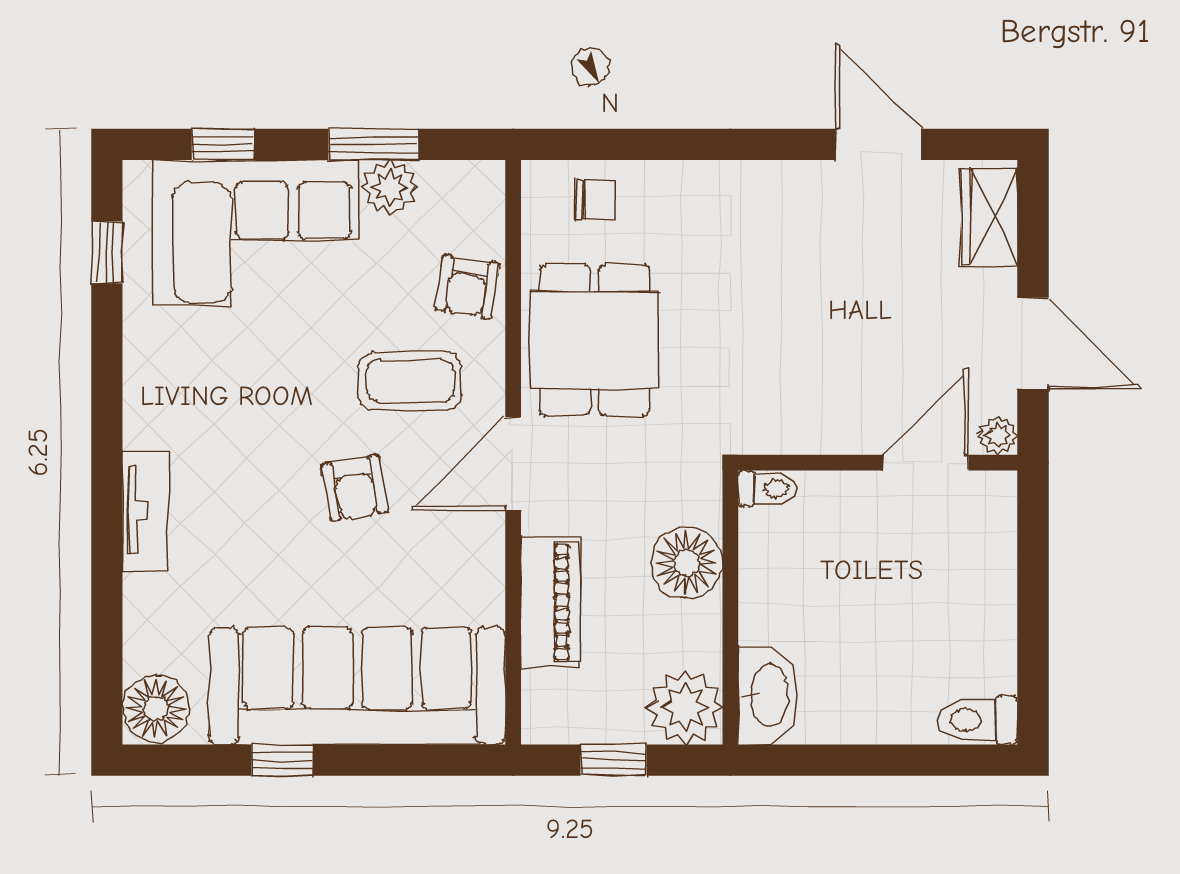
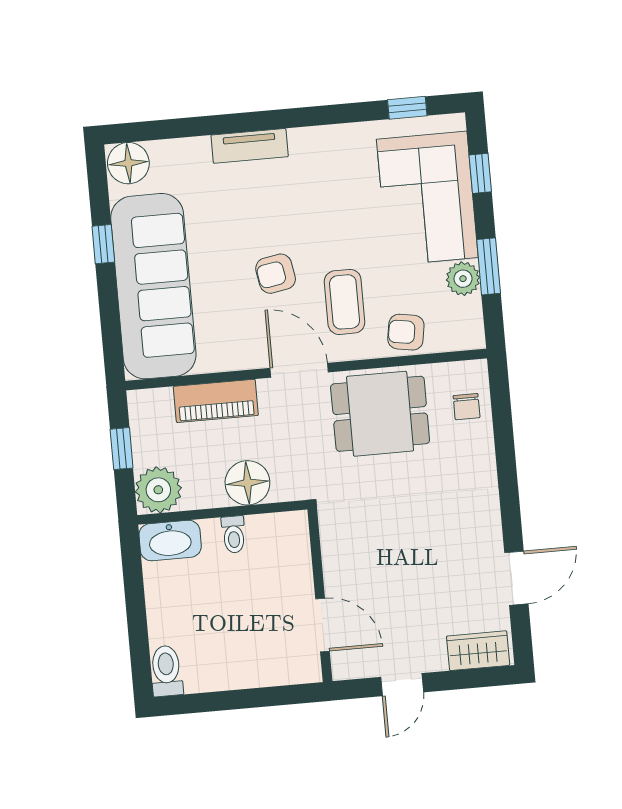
door: (1033, 343) -> (402, 685), width x0.73
plant: (998, 435) -> (343, 668), removed
toilet: (768, 488) -> (234, 534), moved

